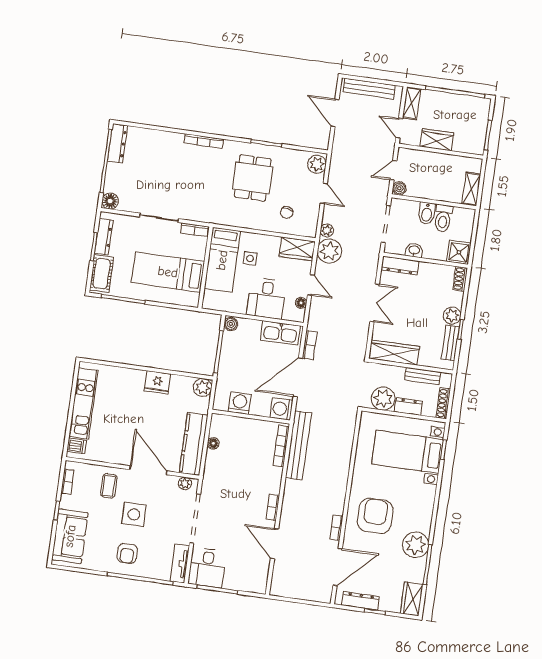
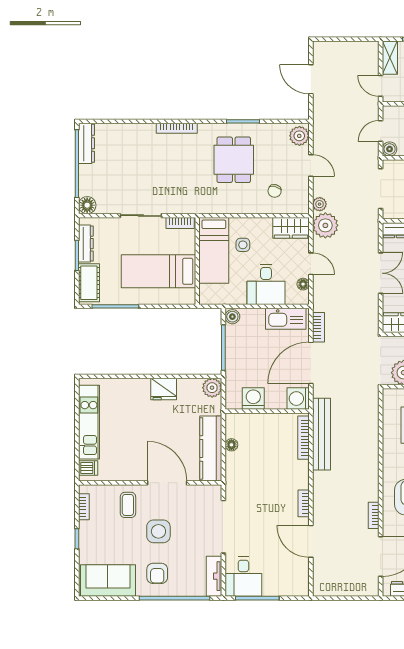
bench: (369, 89) -> (343, 49), removed
plant: (185, 484) -> (208, 491), removed
sofa: (70, 536) -> (108, 580), moved, turned -90

